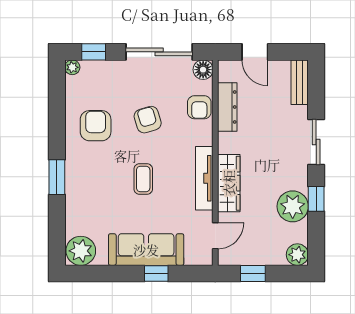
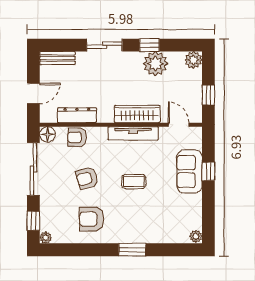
armchair: (199, 107) -> (77, 137), turned 180
sofa: (146, 250) -> (189, 171), width x0.73
plant: (81, 251) -> (196, 236), width x0.53, depth x0.53

